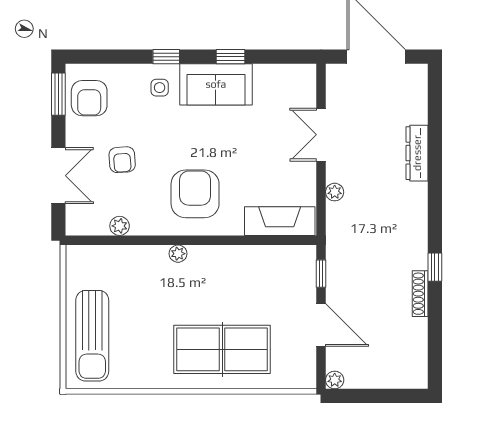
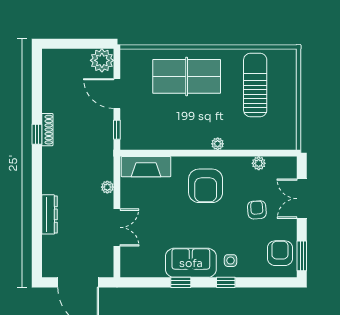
shoe rack: (420, 294) -> (47, 130), moved
sun lounger: (92, 336) -> (255, 85), moved
plant: (335, 380) -> (102, 60), width x1.88, depth x1.88

